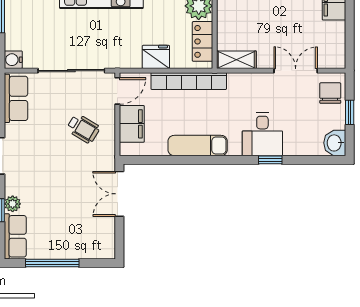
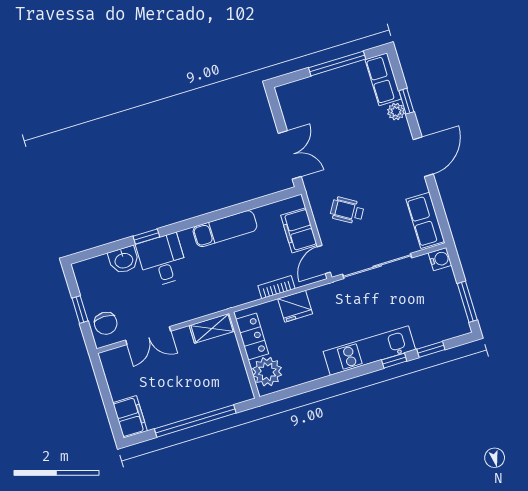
bookcase: (189, 81) -> (276, 287), width x0.43, depth x0.76
washbasin: (335, 143) -> (124, 260), moved, turned 90

